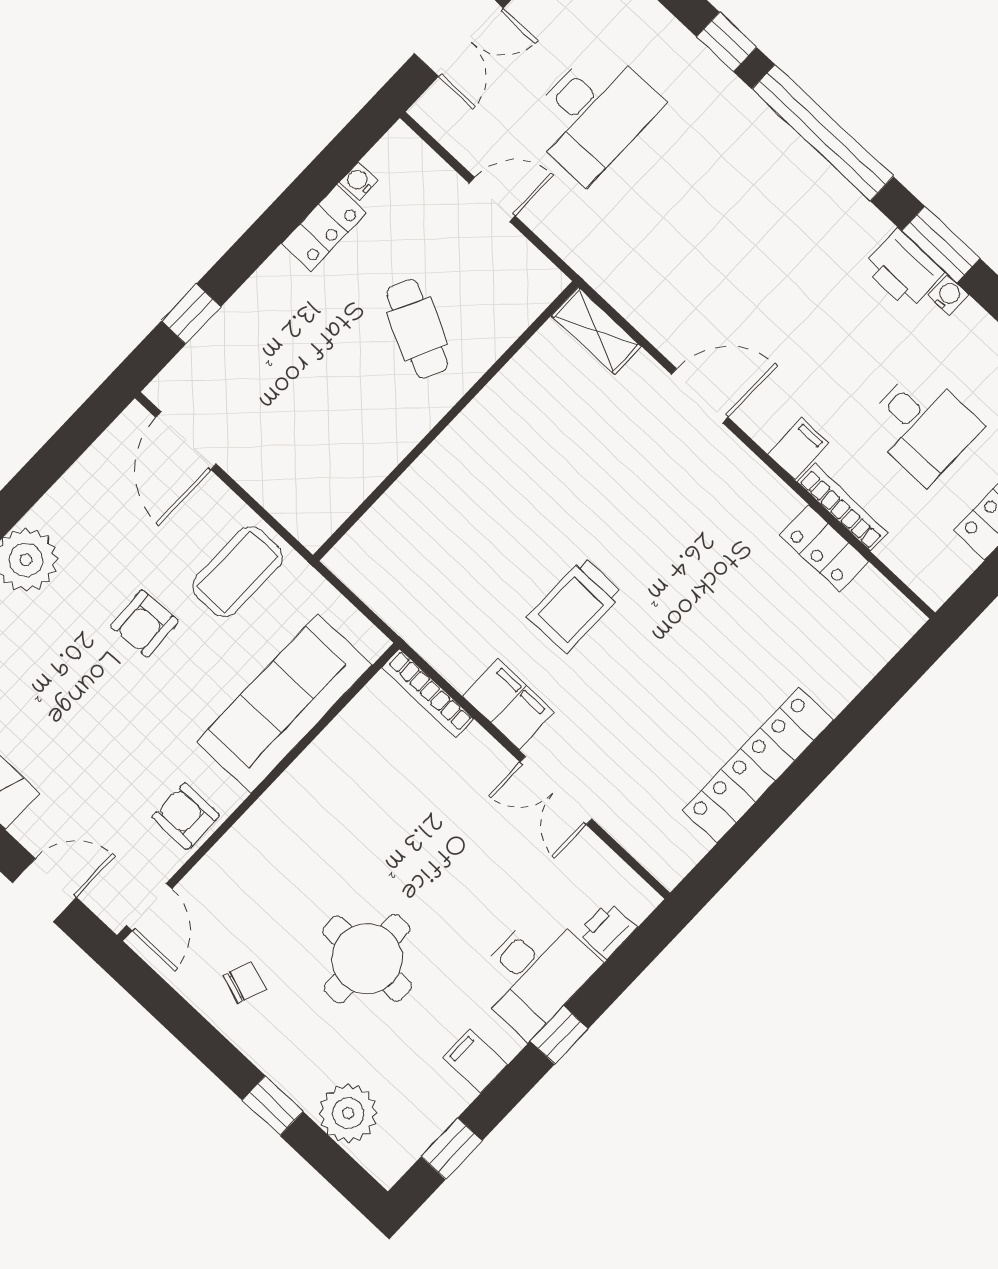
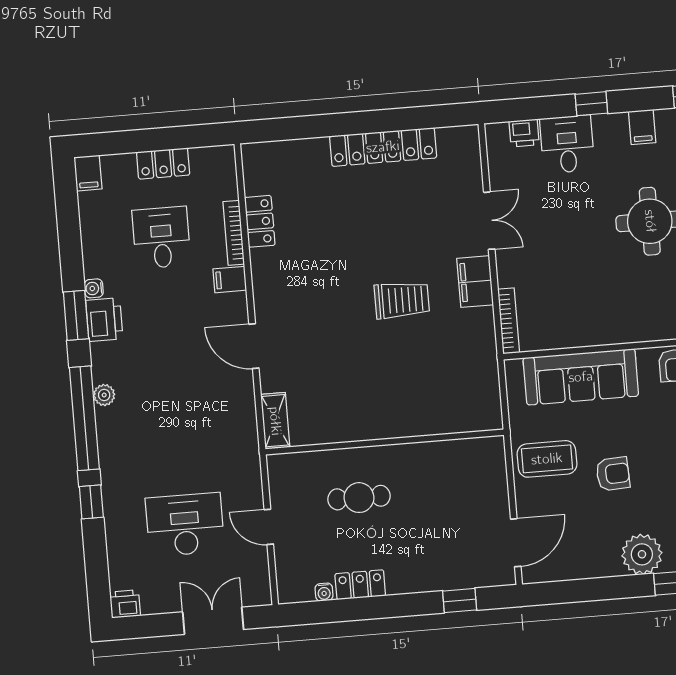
plant: (824, 181) -> (104, 395), added
cafe table: (417, 329) -> (359, 498), turned 64
desk: (535, 973) -> (567, 144), width x0.73

